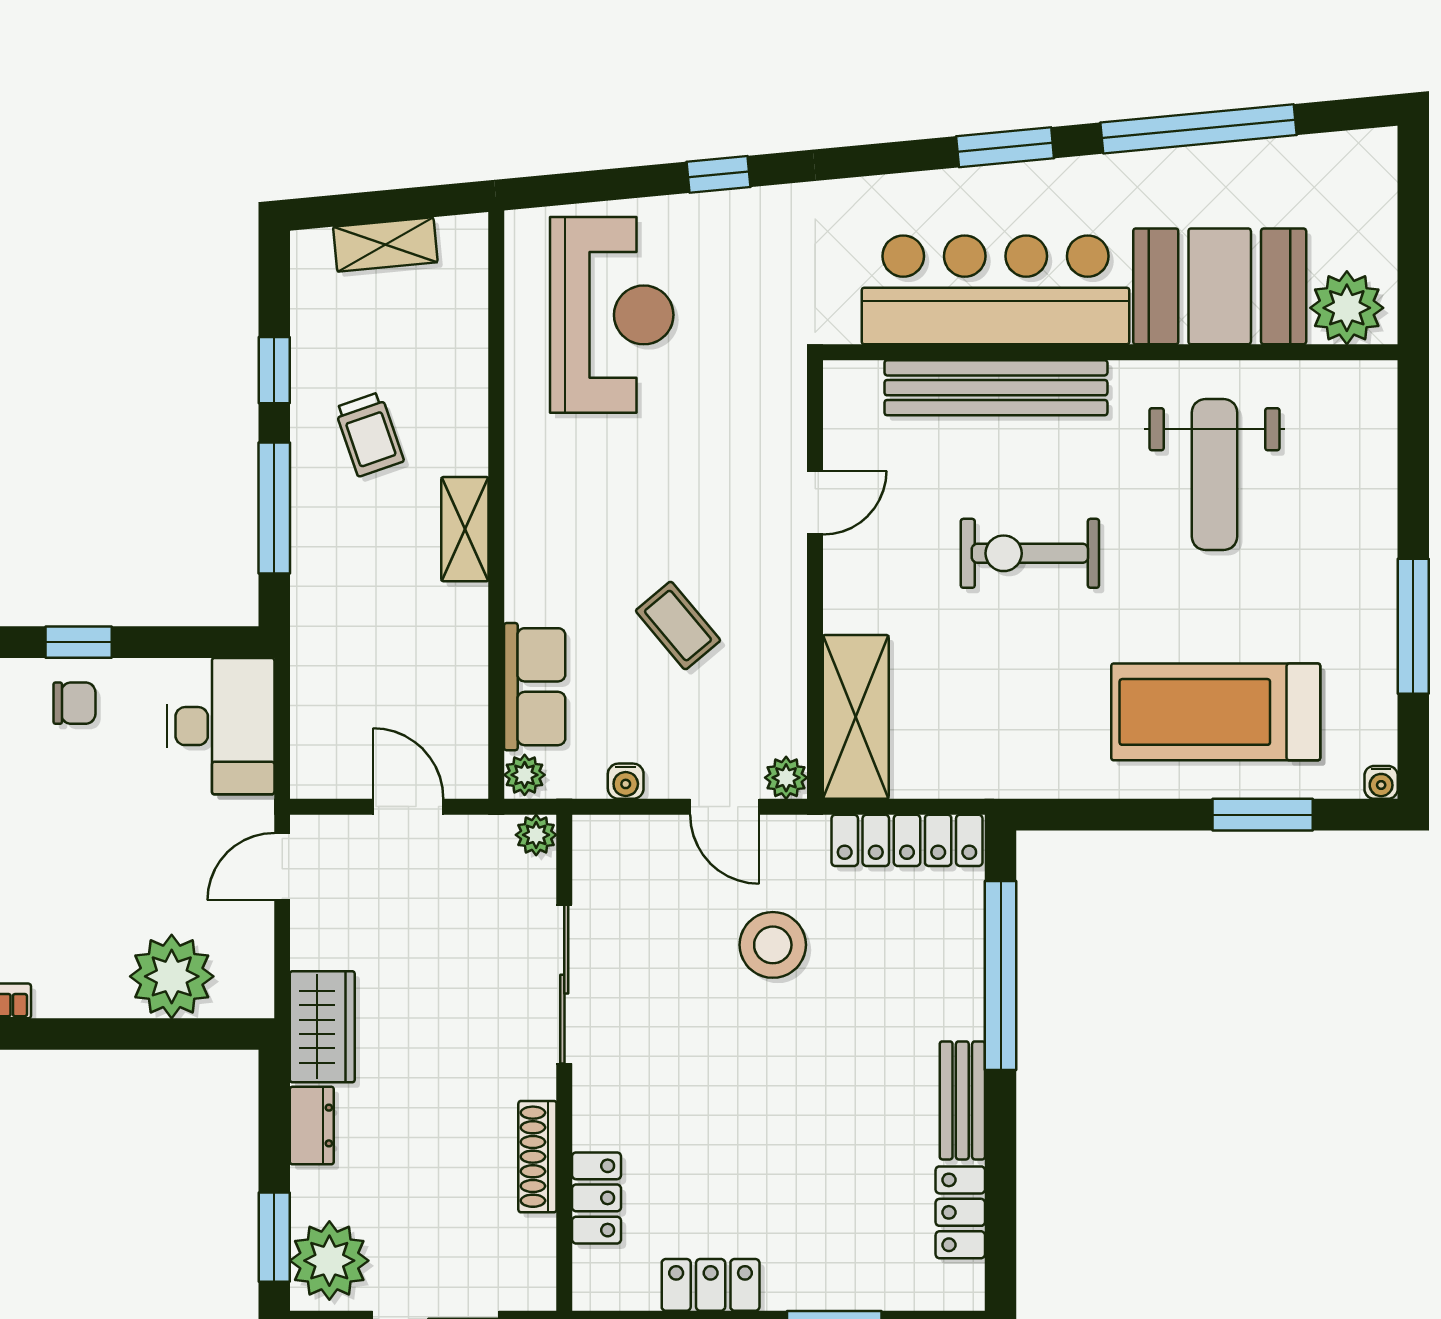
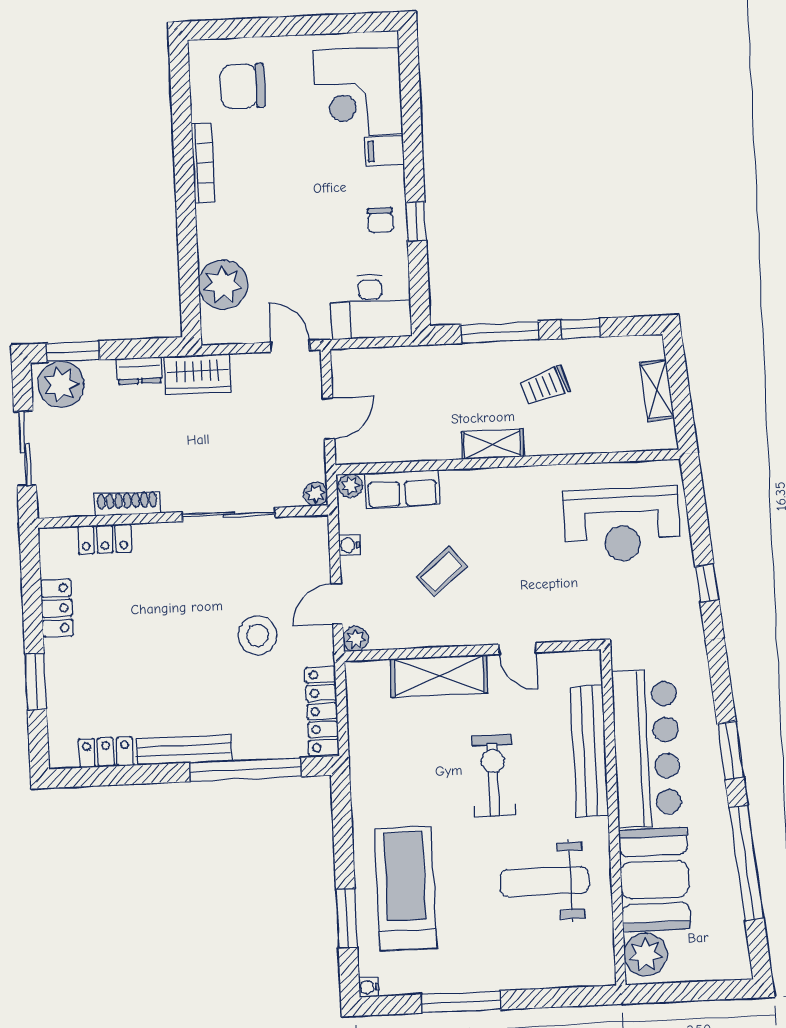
shelving: (856, 717) -> (439, 676), moved
bench: (962, 1100) -> (184, 750), width x1.36

